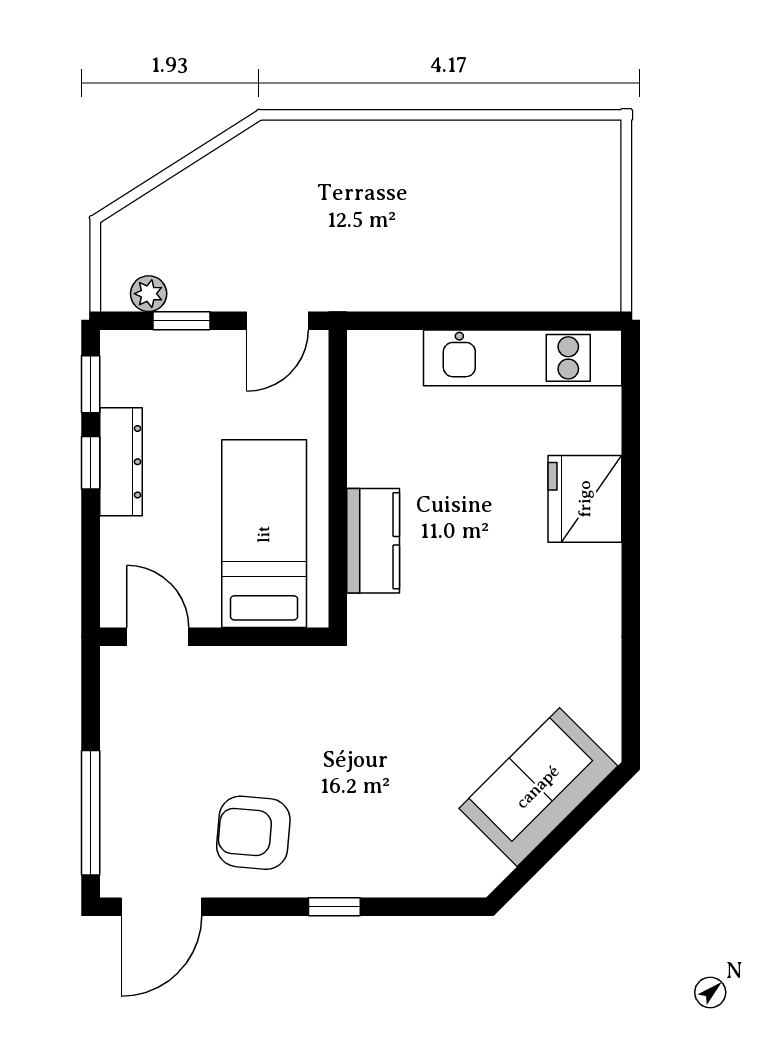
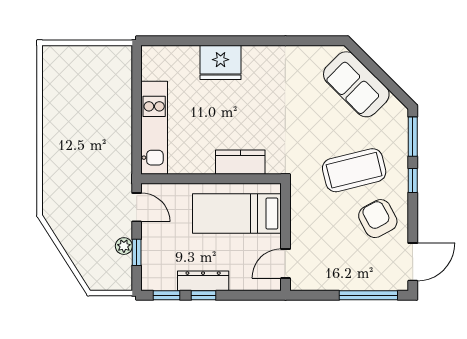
plant: (149, 294) -> (124, 246), moved
kitchen unit: (523, 358) -> (154, 128), moved
coffee table: (356, 782) -> (354, 170), added
armchair: (253, 833) -> (378, 219), turned 147
door: (161, 907) -> (413, 262), hinge flipped
window: (427, 907) -> (413, 137), added

